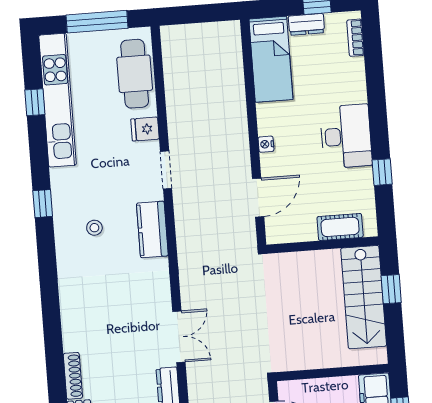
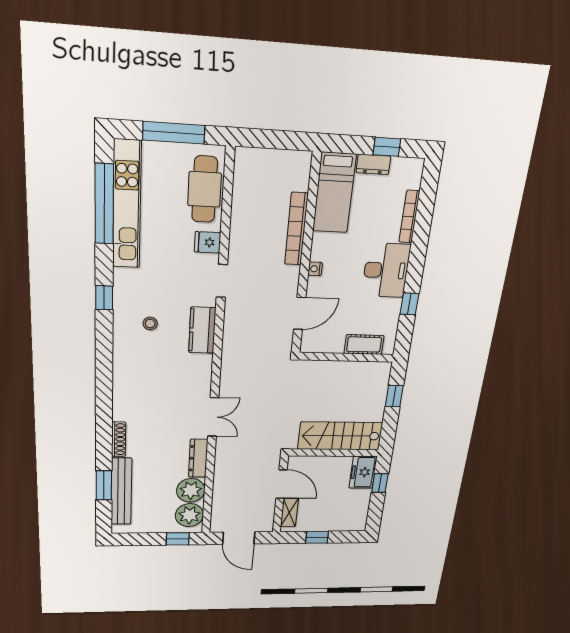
bookcase: (355, 38) -> (409, 217), moved, width x1.56
window: (35, 102) -> (104, 204), width x3.17
bookcase: (237, 103) -> (296, 229), added
stairs: (364, 297) -> (340, 436), moved, turned 90

